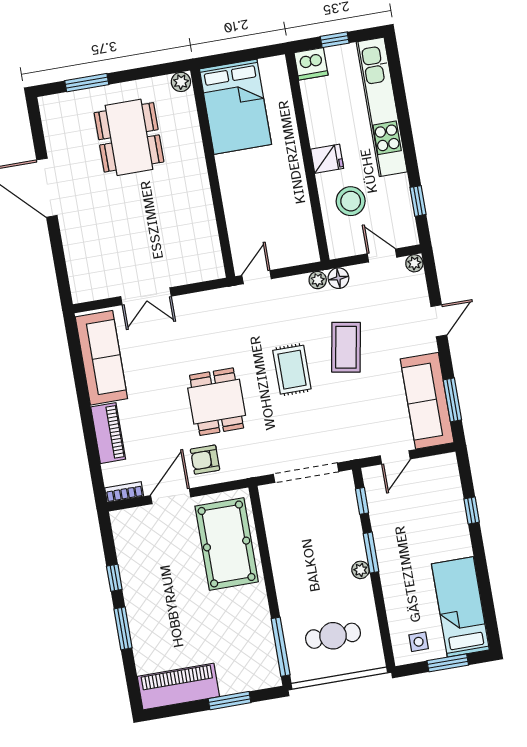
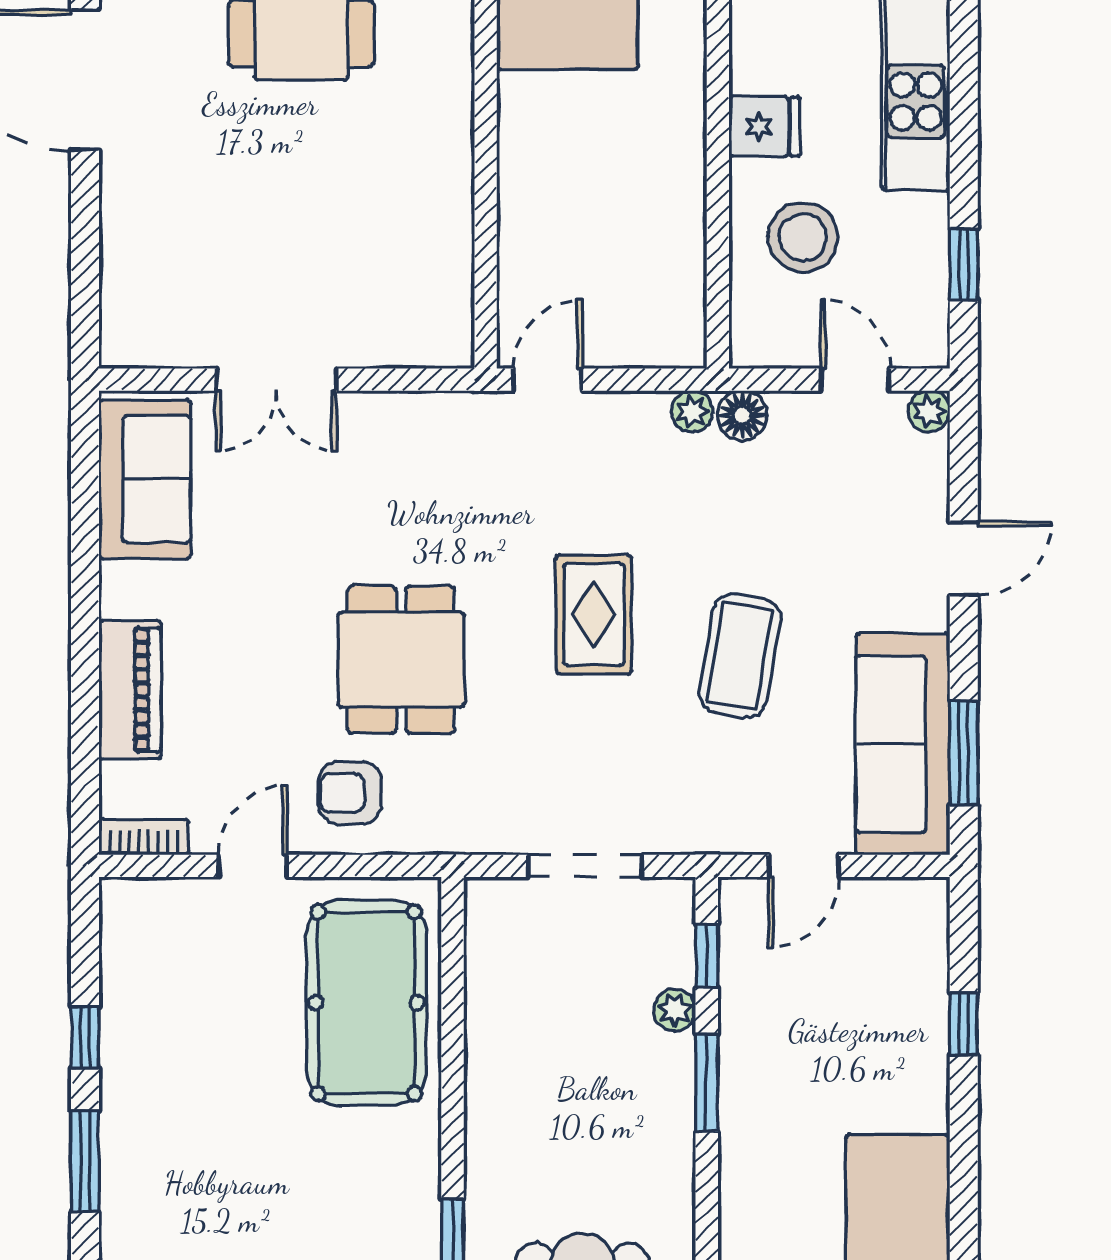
coffee table: (346, 347) -> (740, 656), moved
sofa: (101, 358) -> (145, 479), width x0.73
doorway: (306, 473) -> (585, 866), width x0.73
door: (171, 496) -> (253, 866), width x0.73
plant: (361, 570) -> (675, 1010), moved

